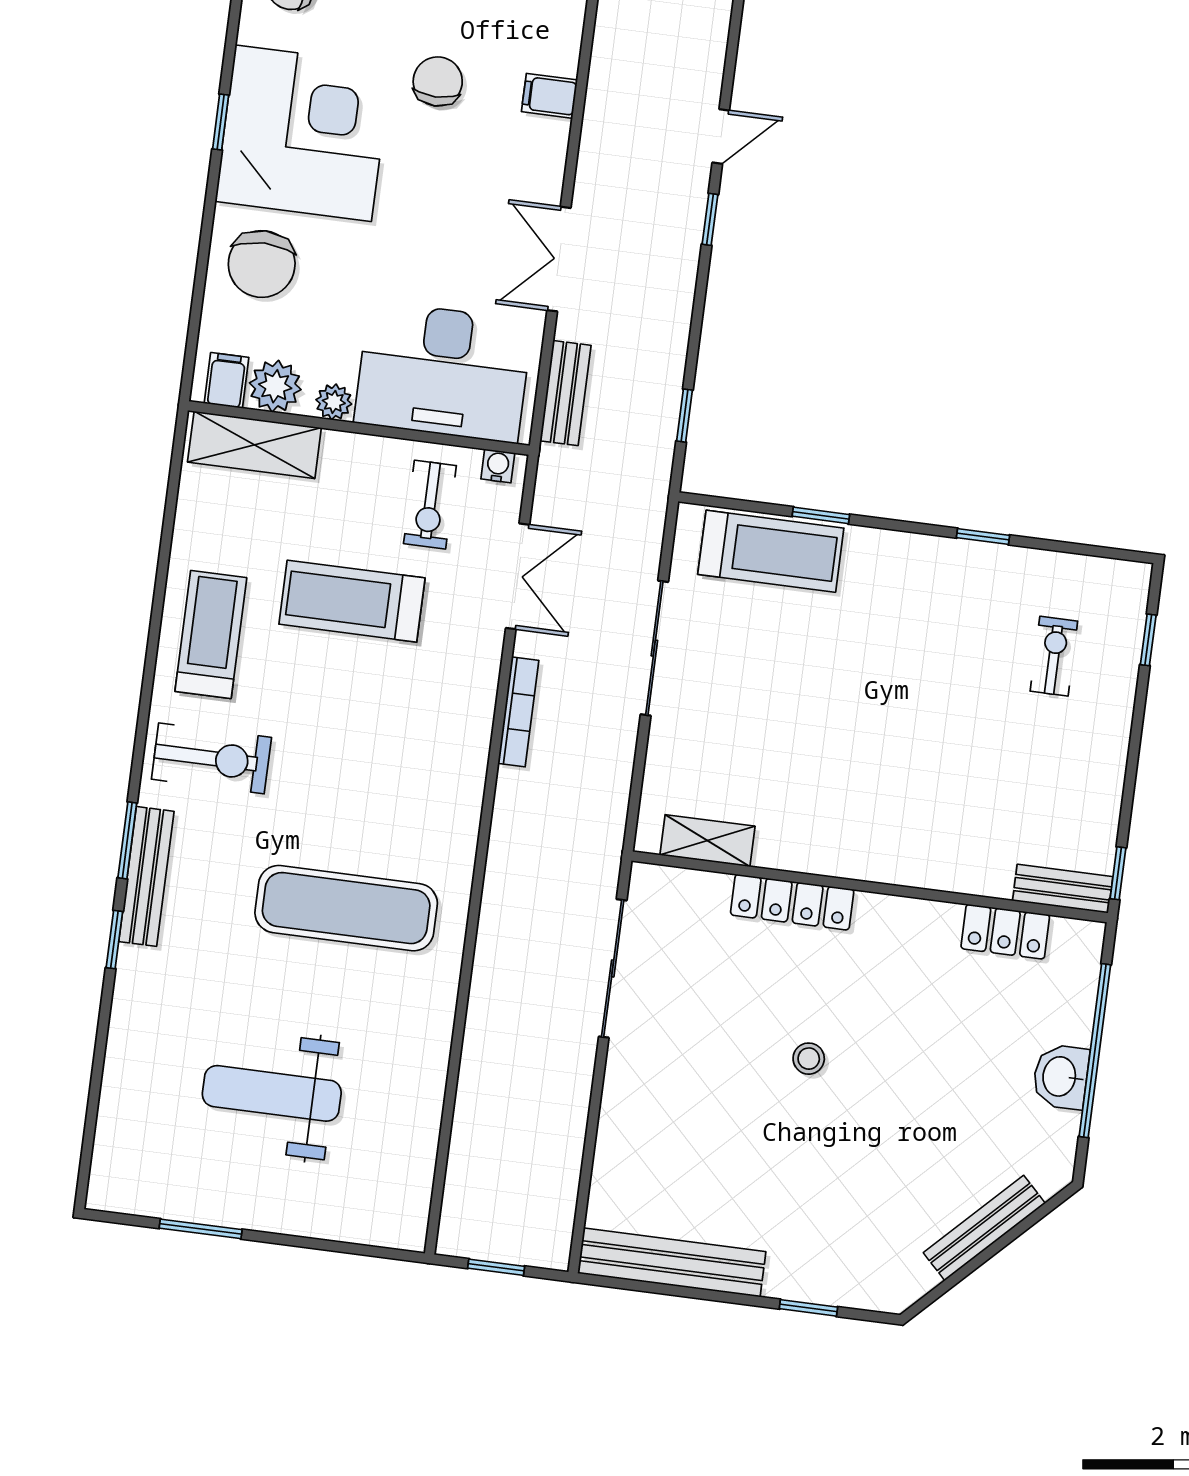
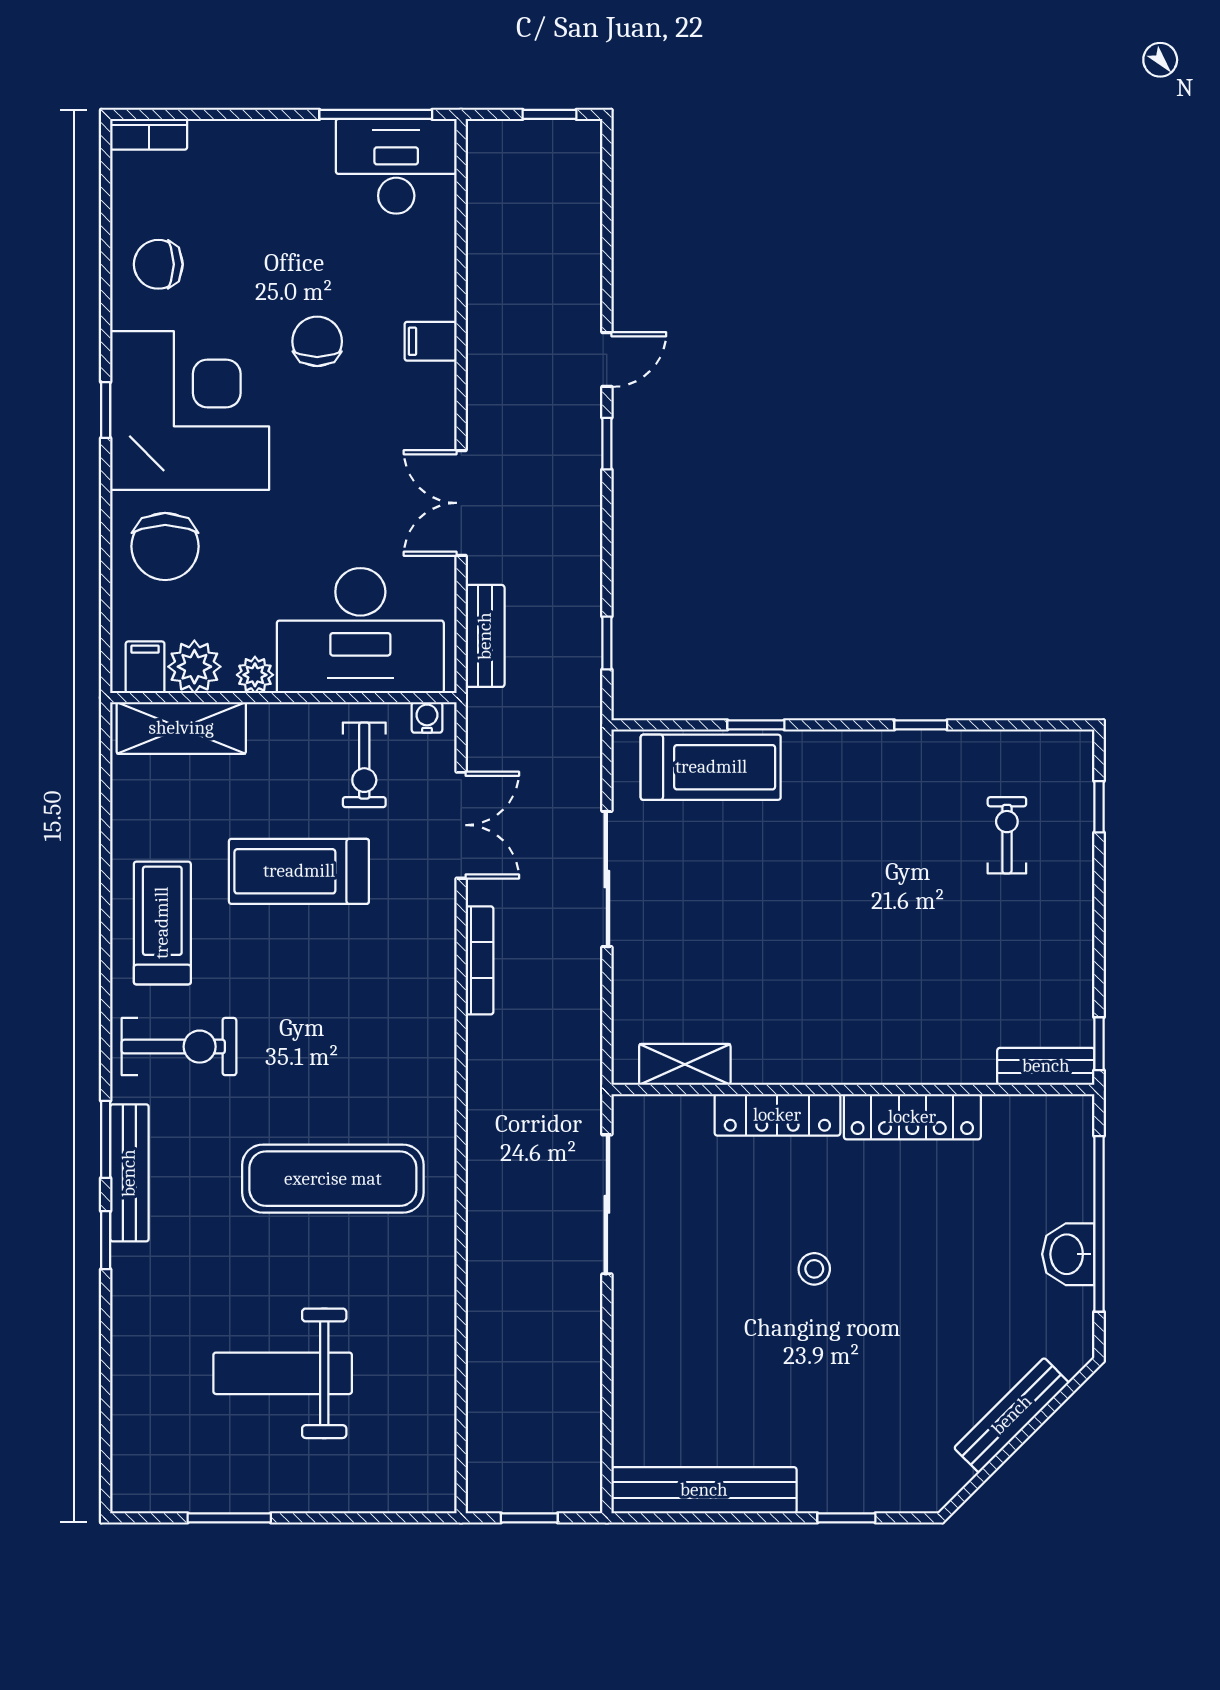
locker: (1005, 932) -> (912, 1117), moved, width x1.53

